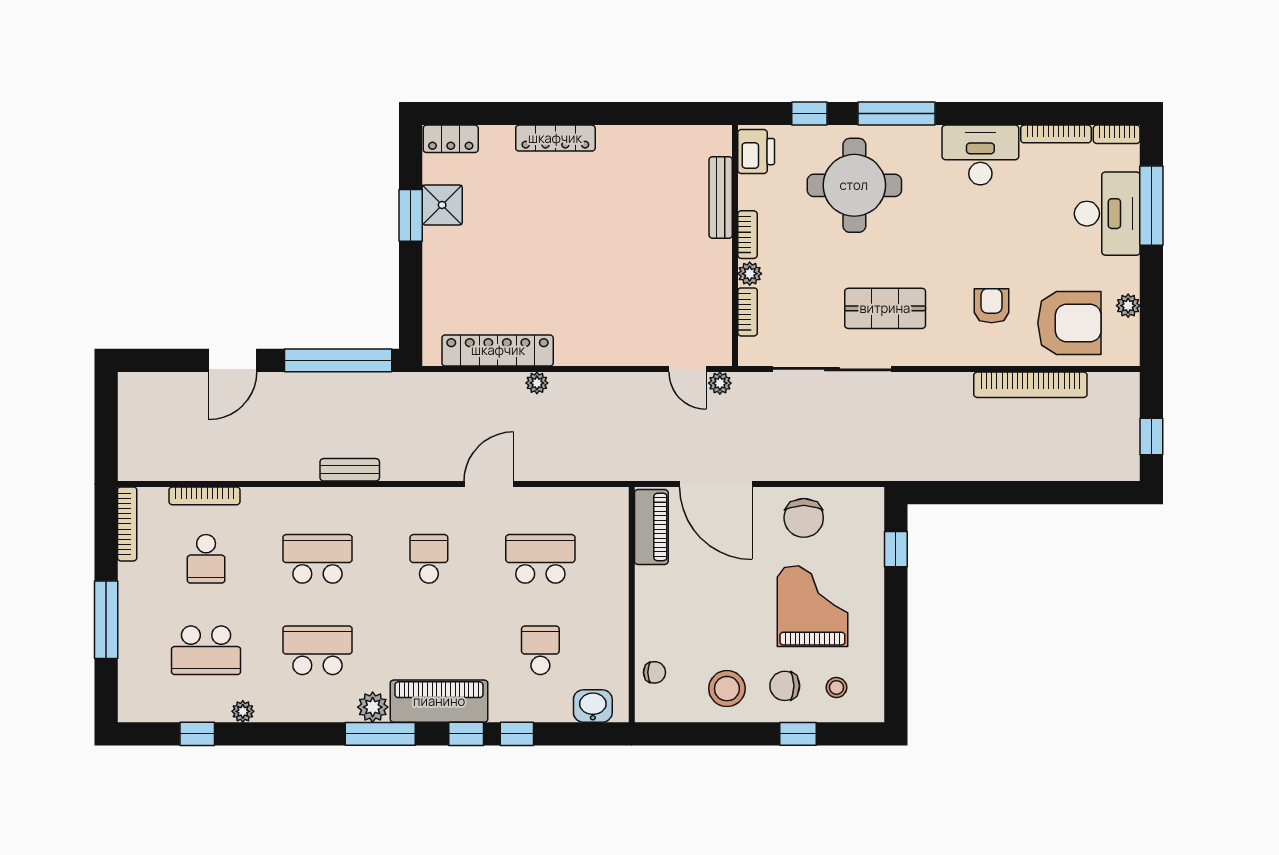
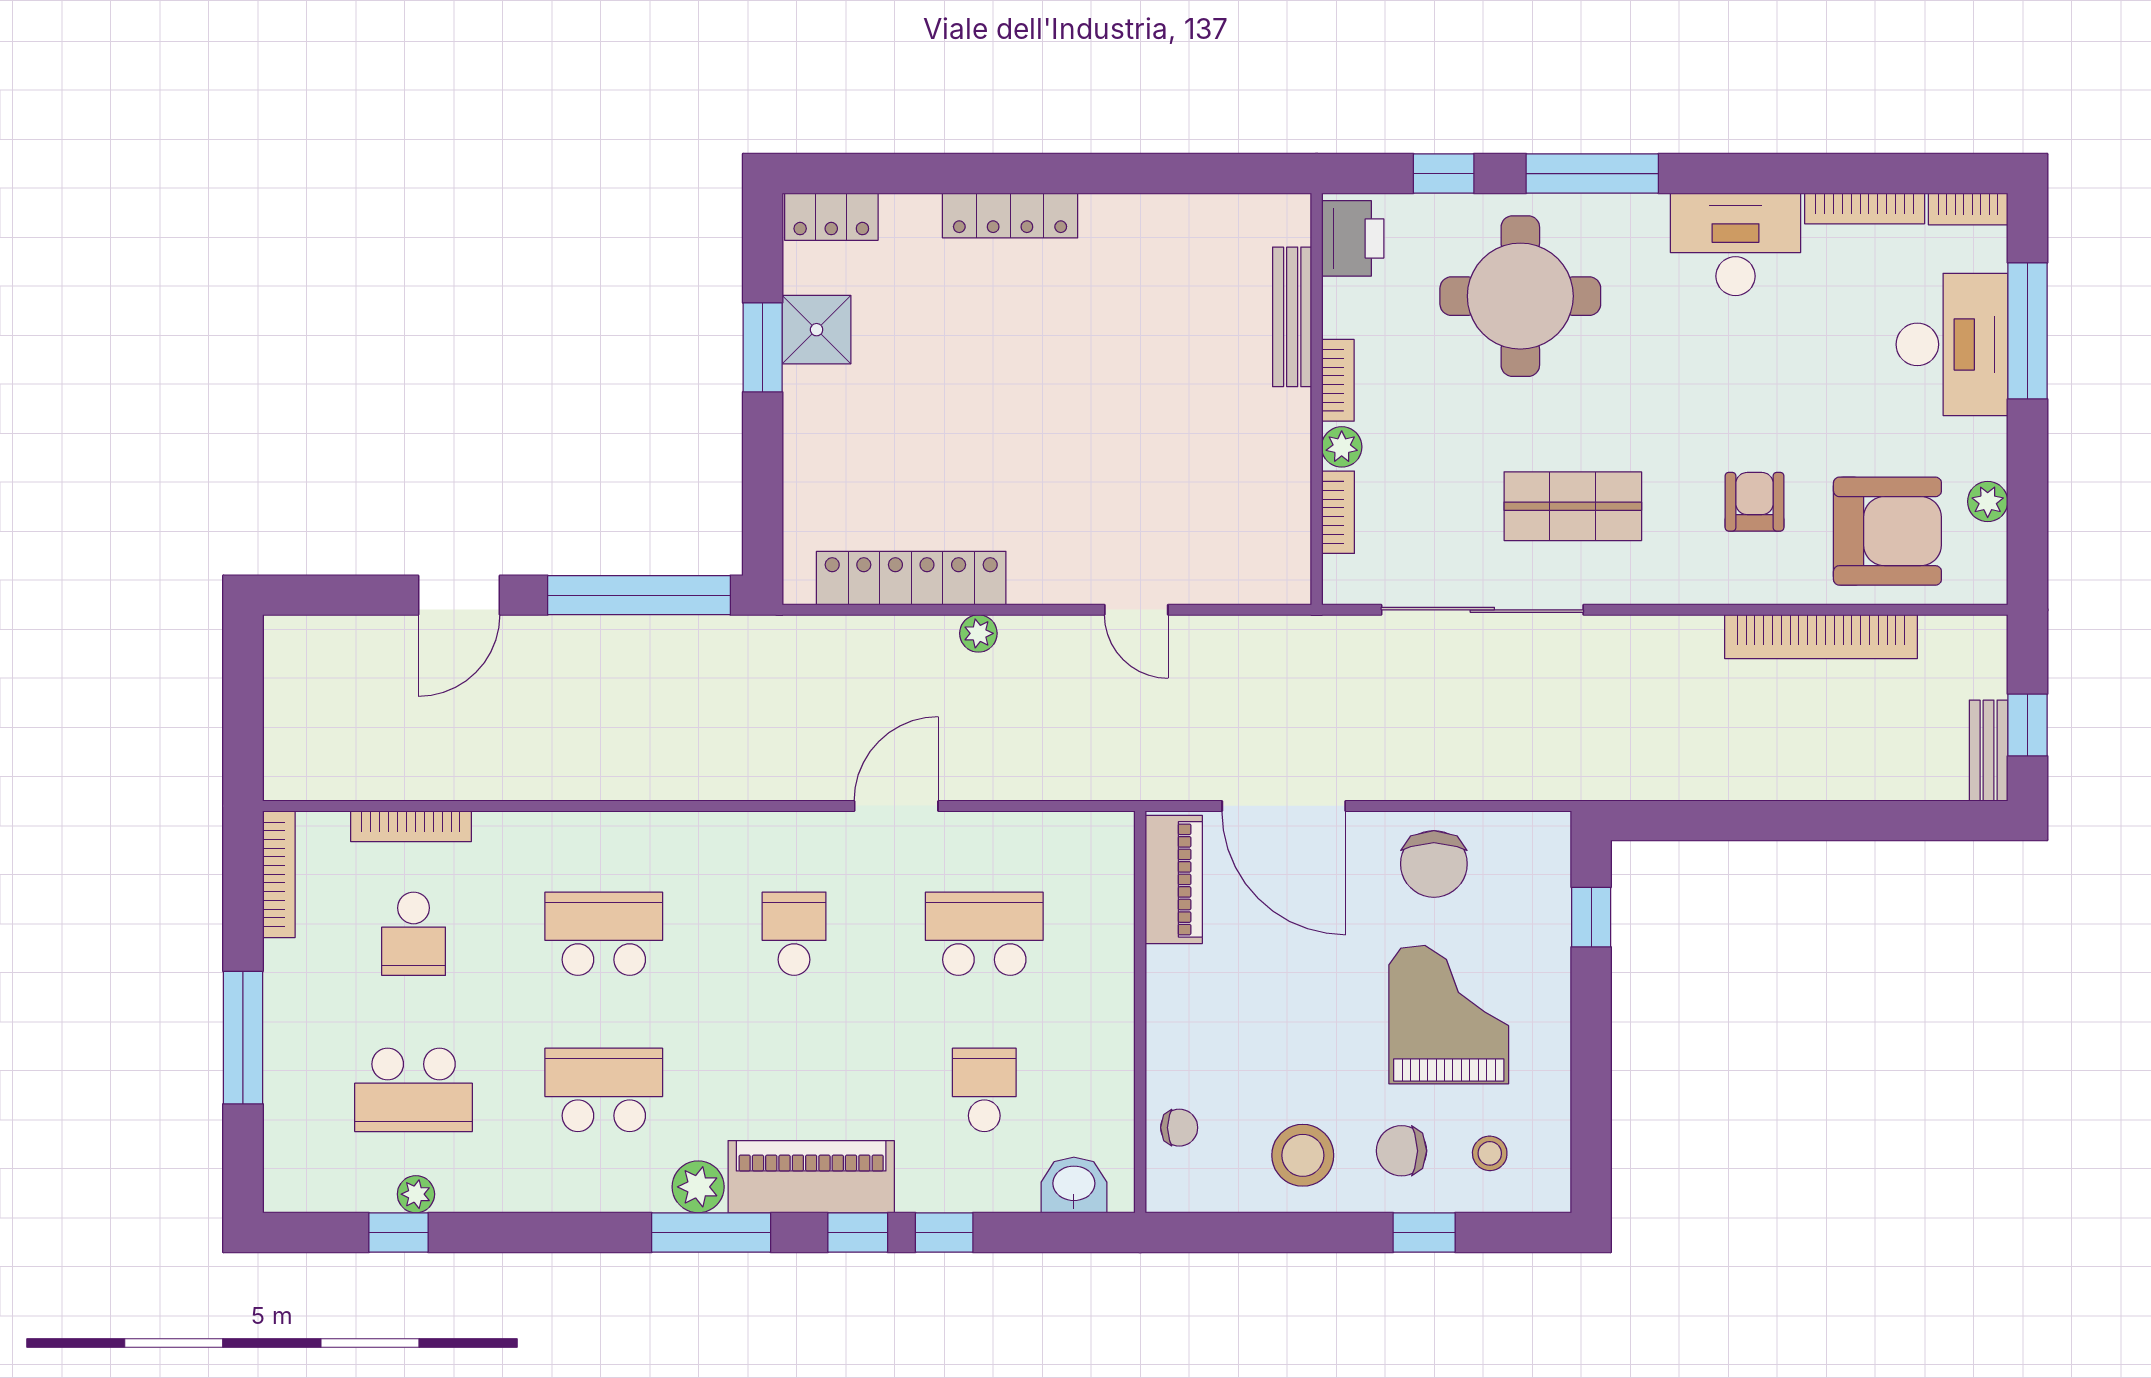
door: (687, 369) -> (1136, 610), moved
plant: (720, 383) -> (1291, 634), removed
bench: (350, 470) -> (1989, 751), moved, turned 90
plant: (243, 711) -> (416, 1194), moved

